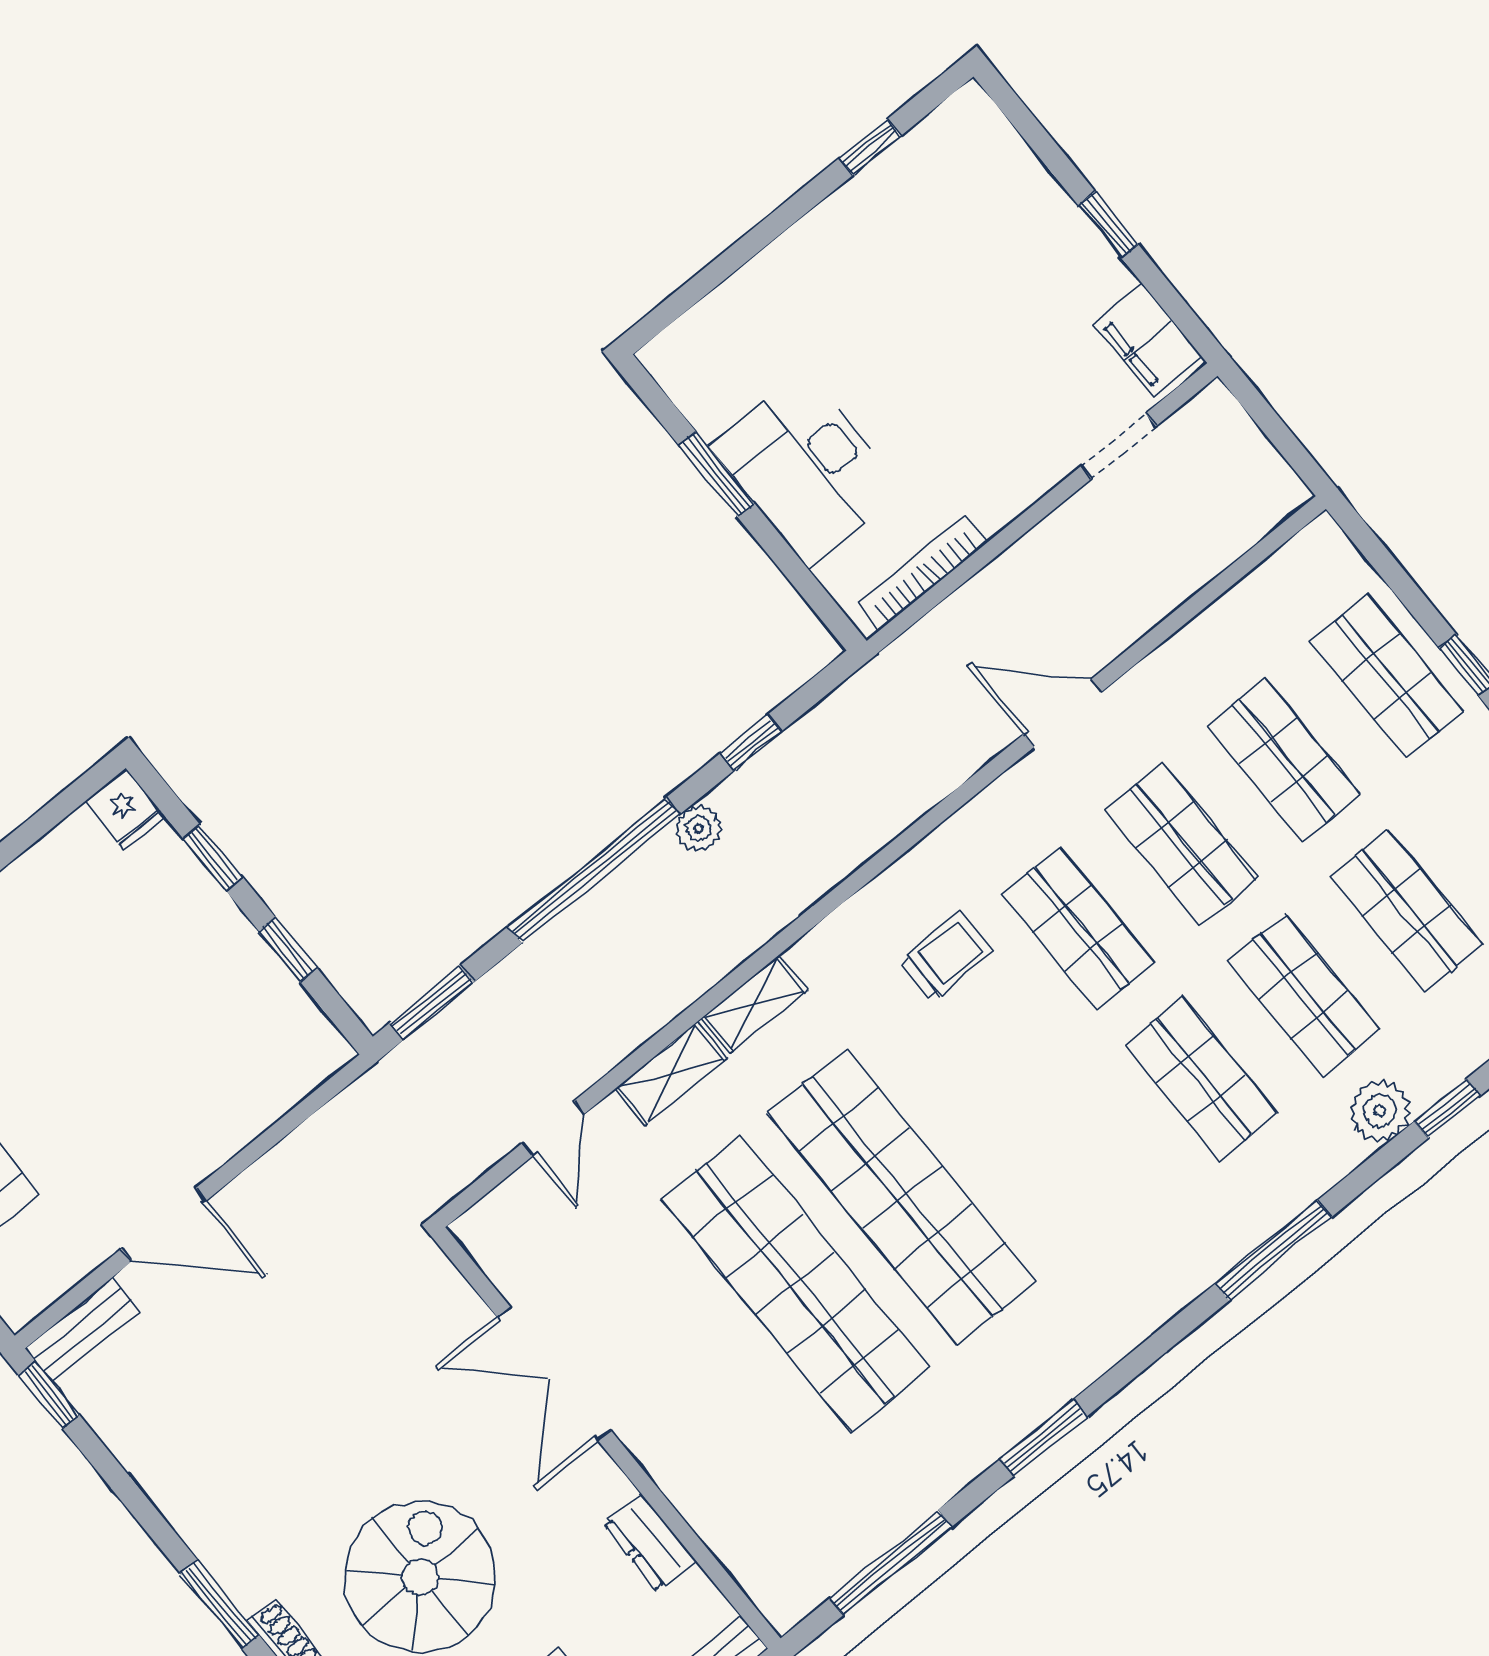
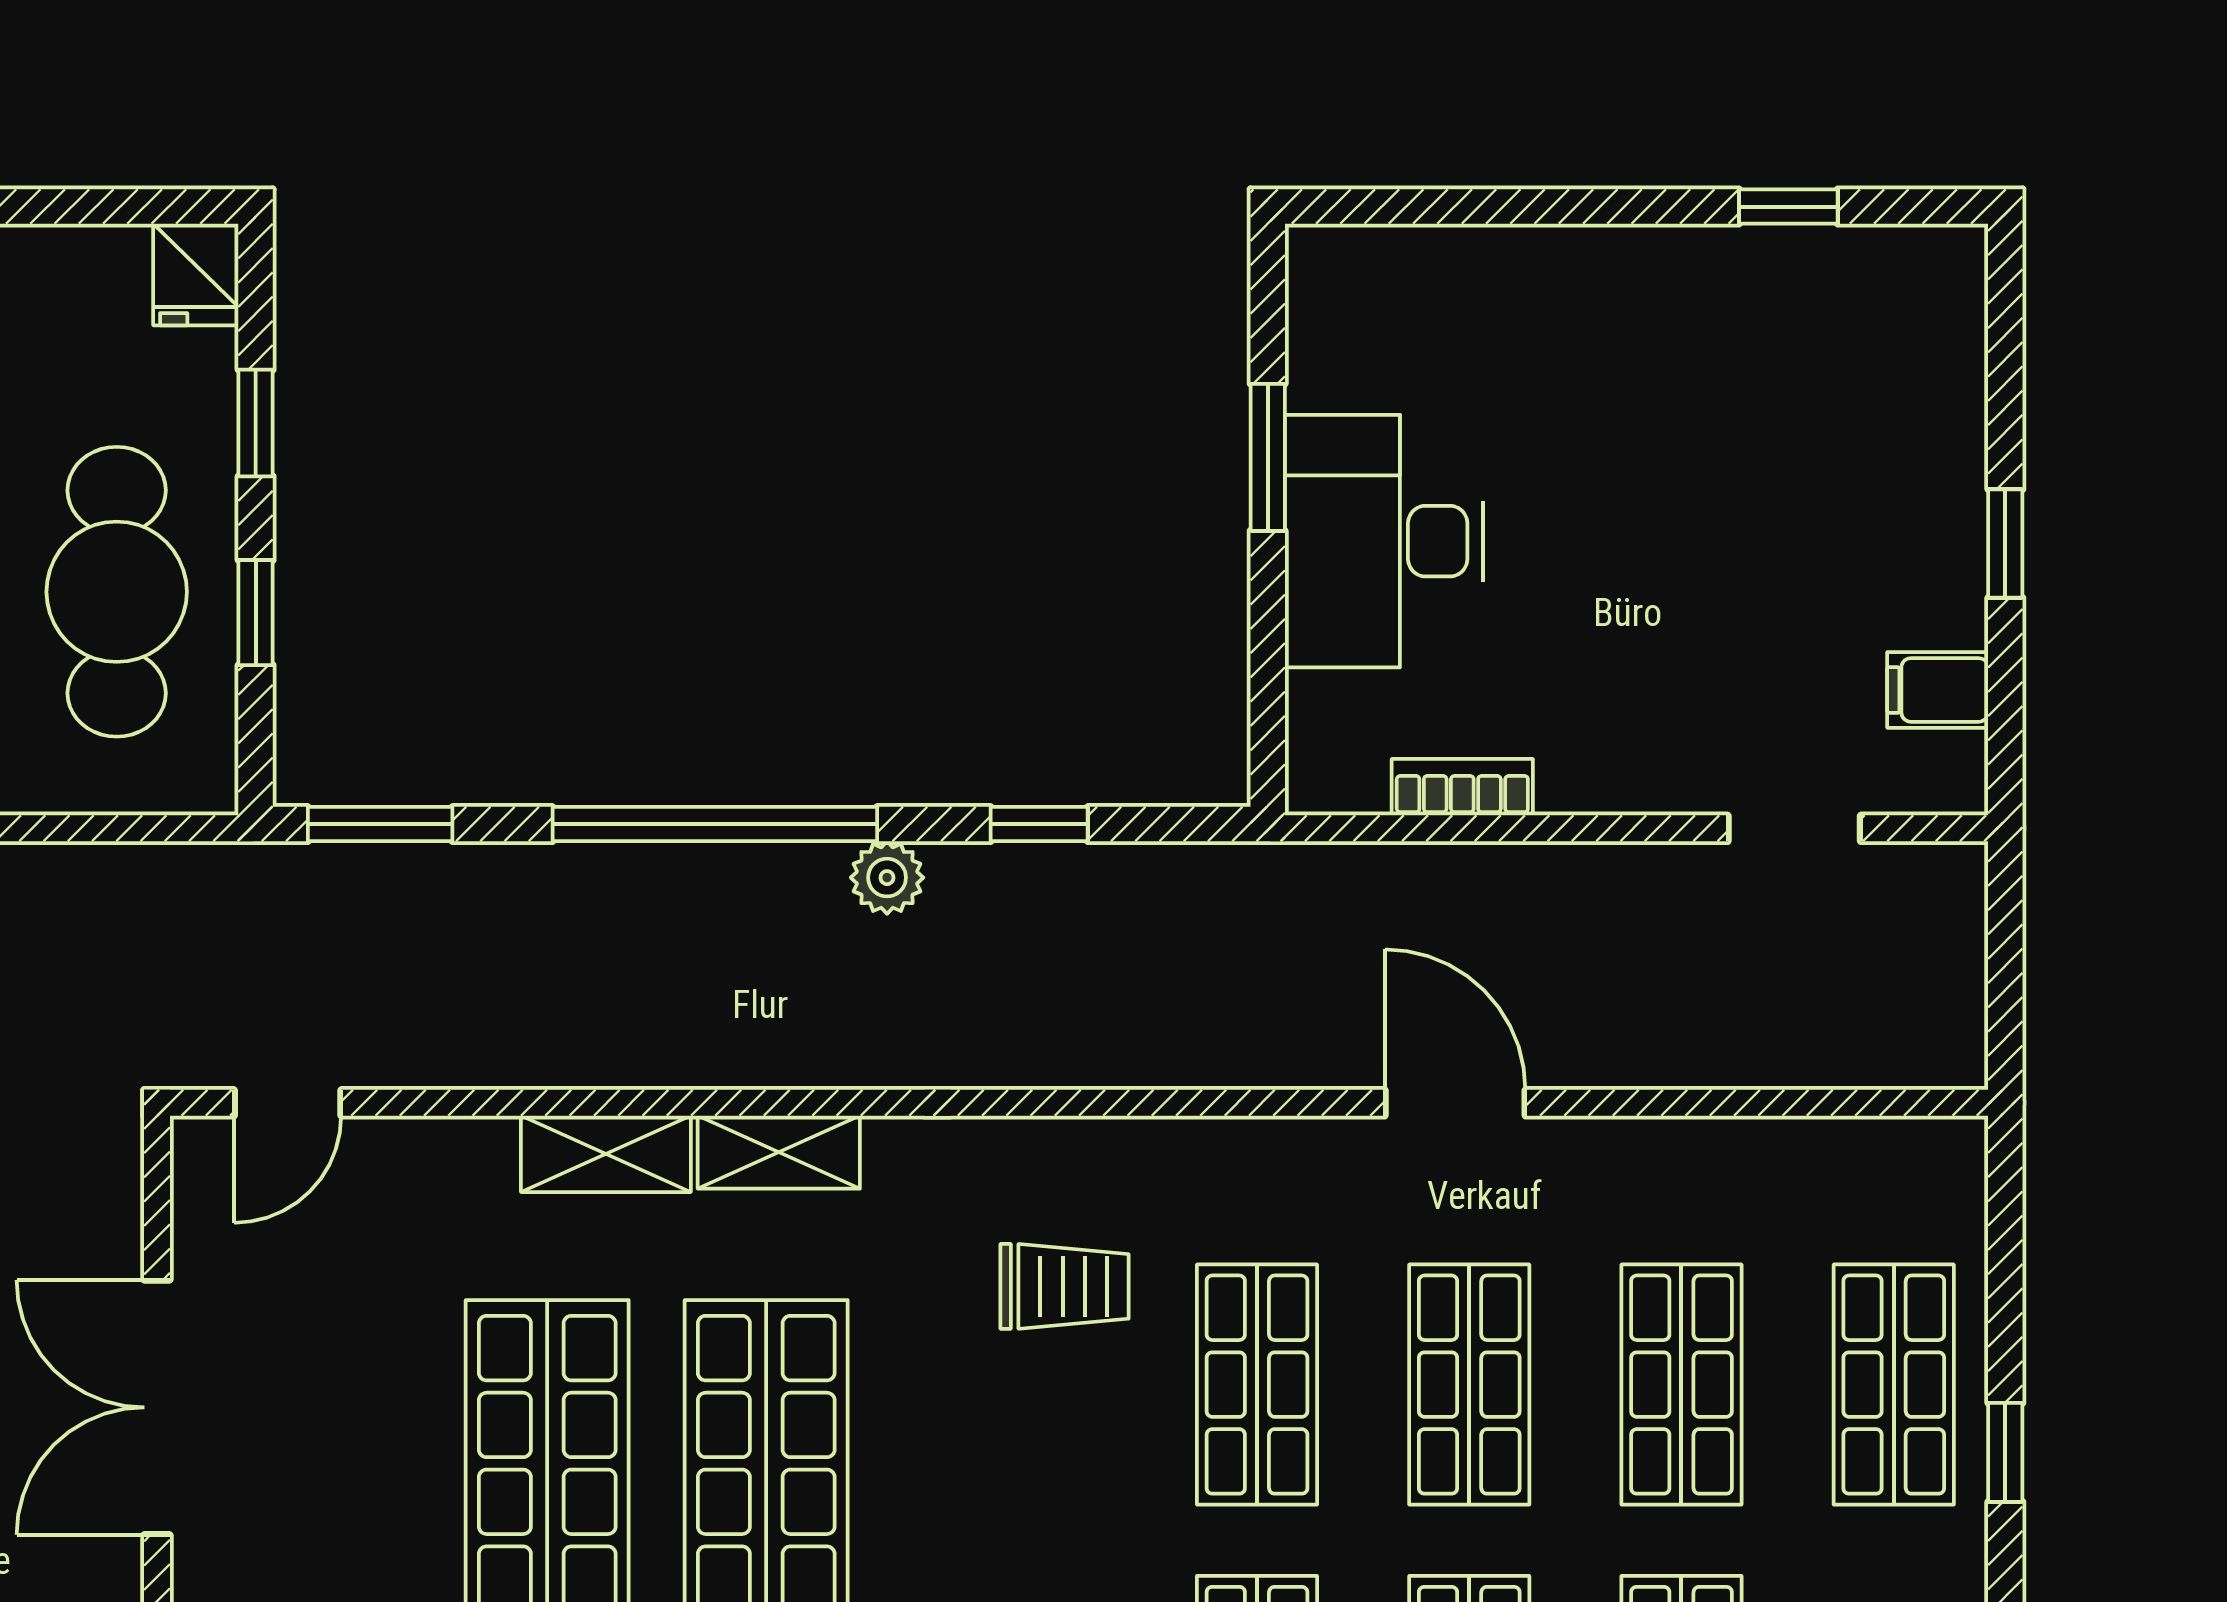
filing cabinet: (1148, 341) -> (1938, 690), width x0.50
bookcase: (922, 573) -> (1462, 787), width x0.64
cafe table: (212, 994) -> (117, 592), added
door: (553, 1128) -> (288, 1103), moved

